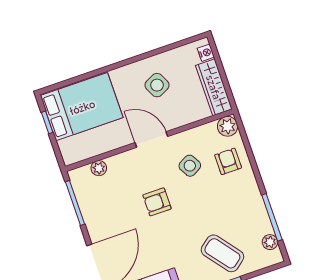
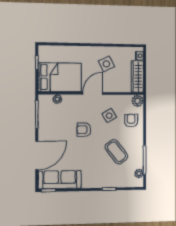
bed: (82, 107) -> (60, 77), moved
door: (151, 140) -> (93, 93), hinge flipped
coffee table: (222, 253) -> (116, 152), moved

